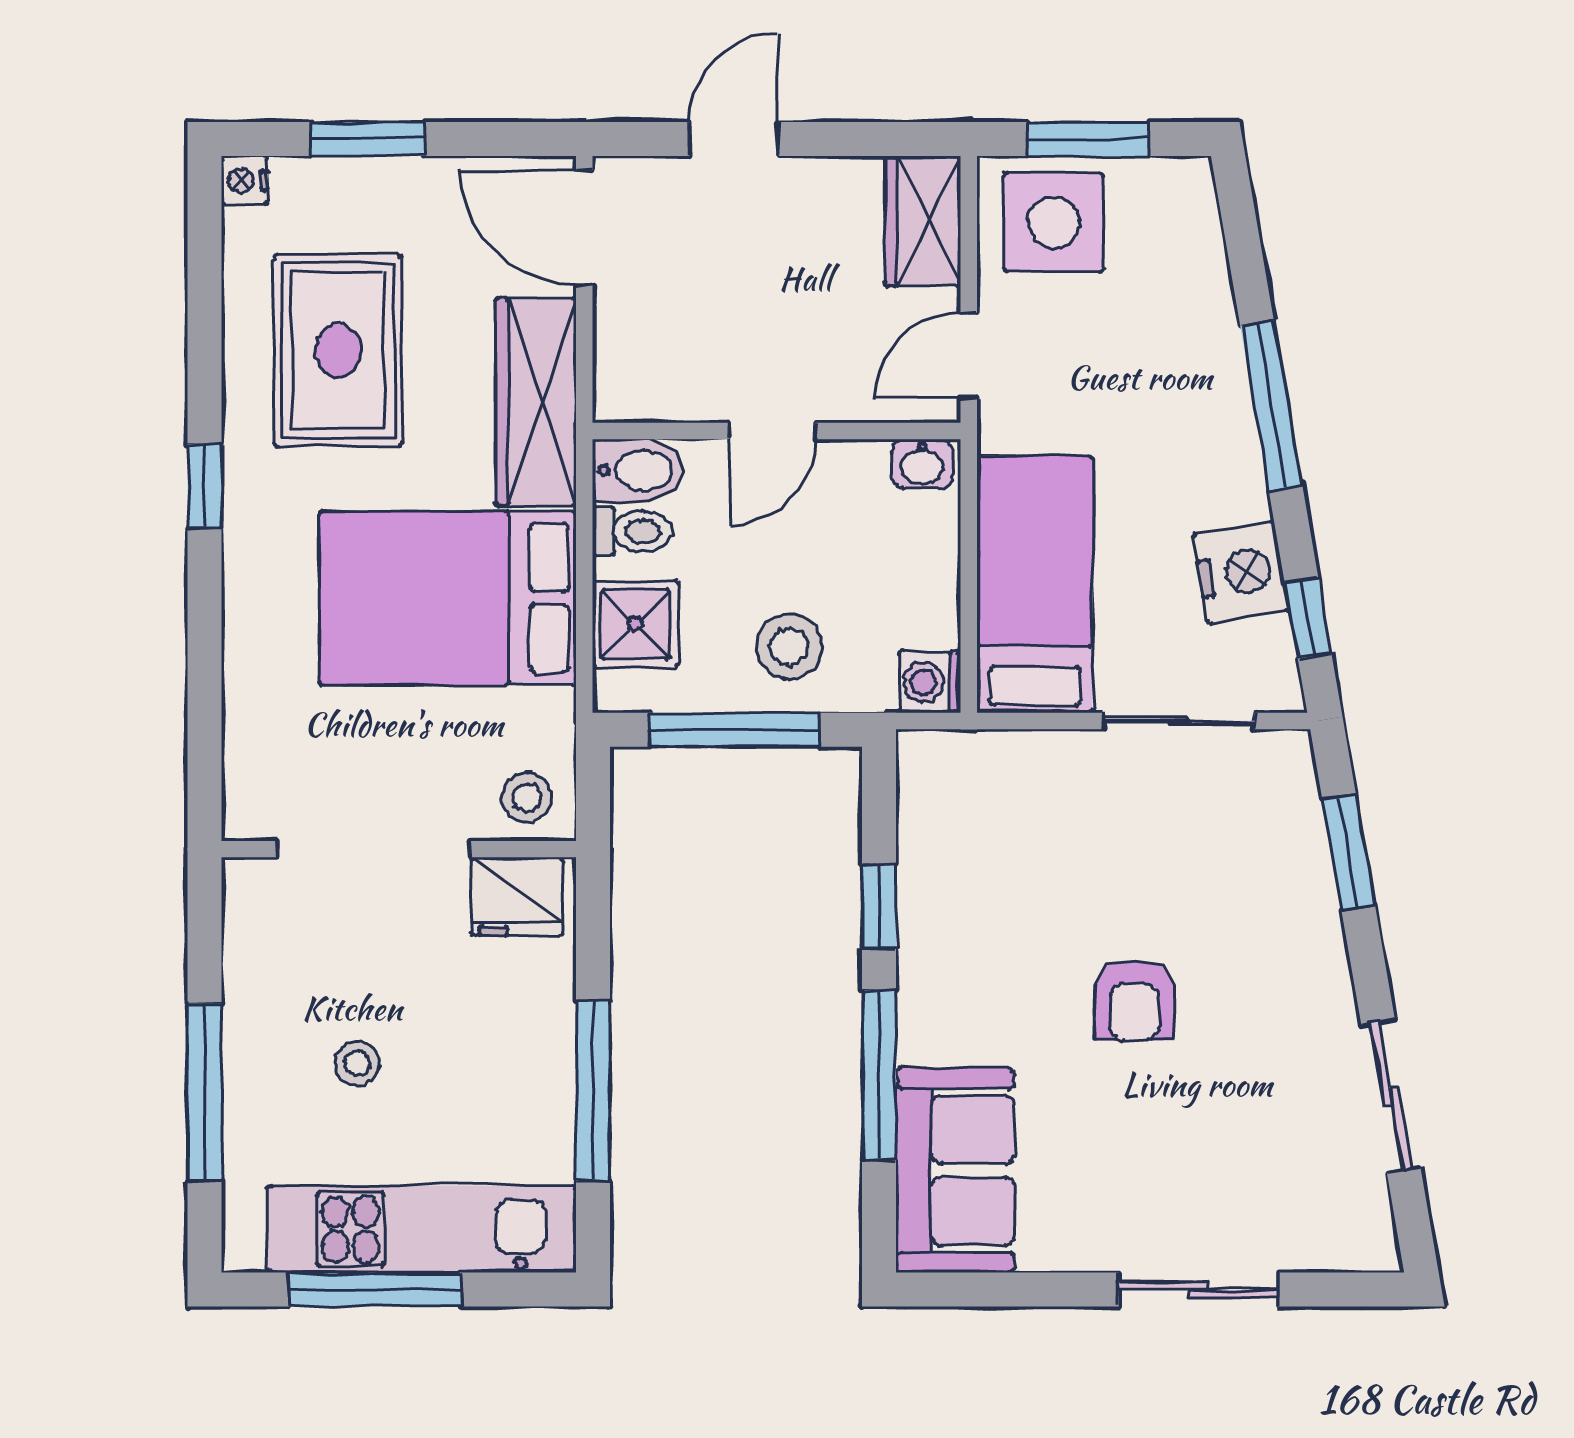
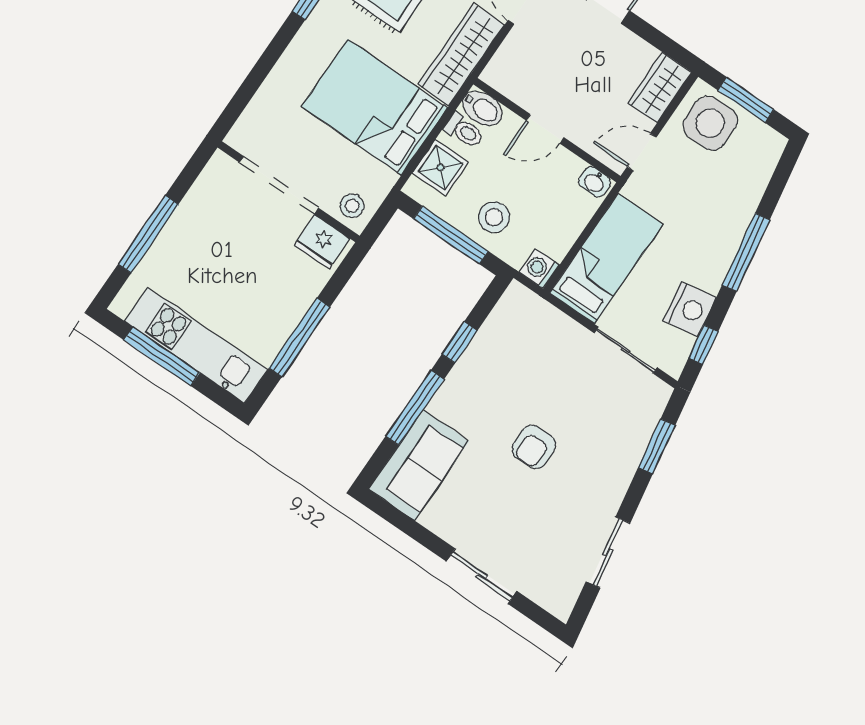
stool: (357, 1063) -> (215, 264), removed

